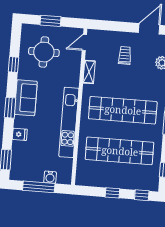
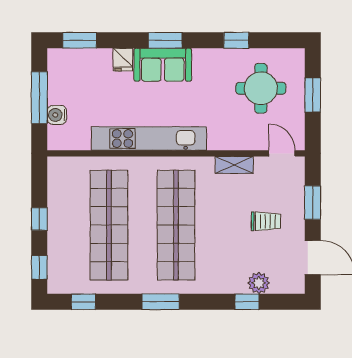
window: (116, 26) -> (313, 203), added
sofa: (26, 98) -> (163, 65), moved

